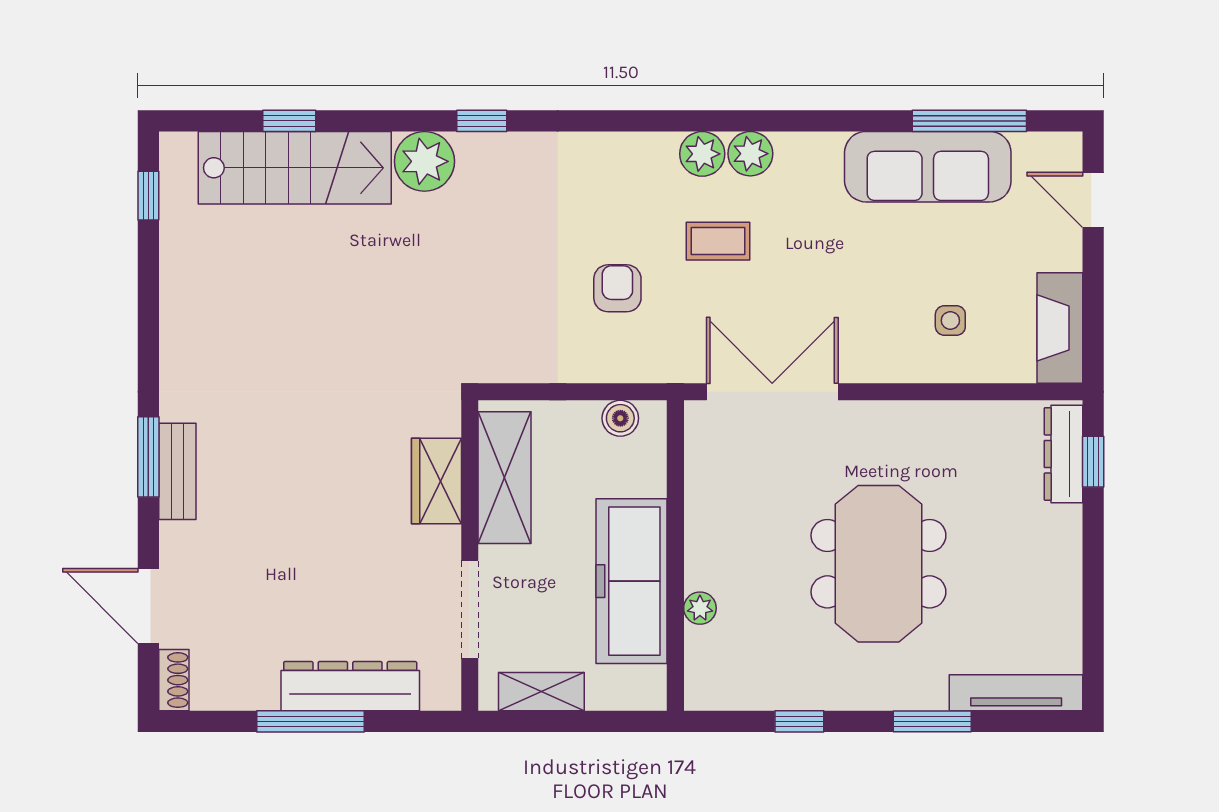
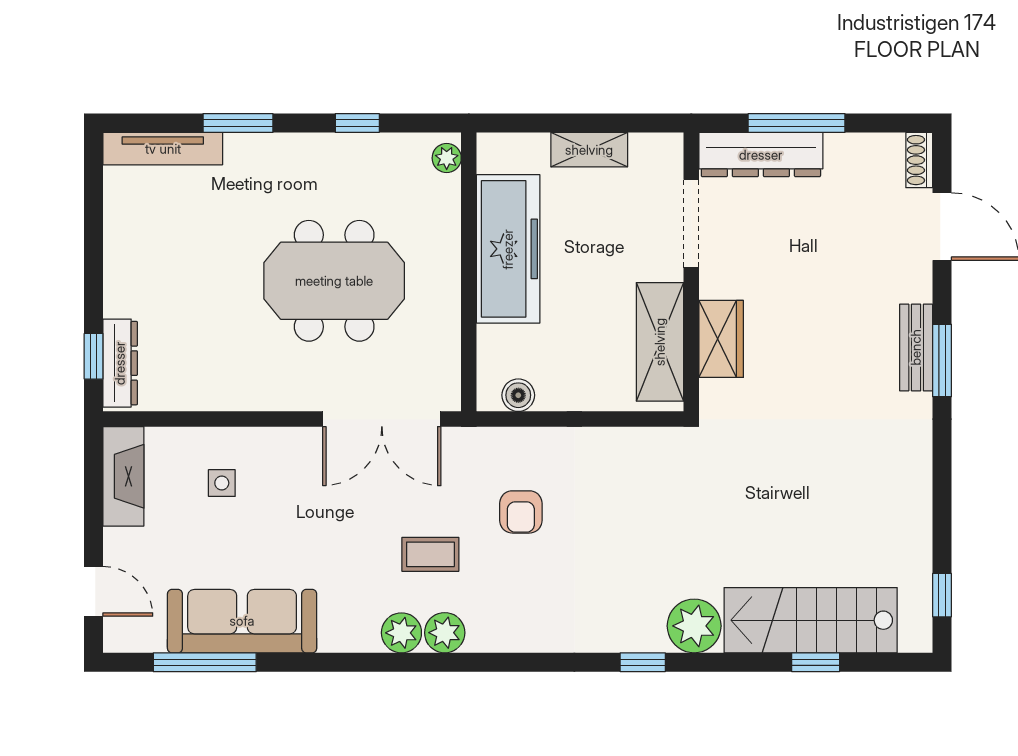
shelving: (504, 478) -> (660, 342), moved
wardrobe: (436, 481) -> (721, 339), moved
wall: (470, 555) -> (691, 272), moved
meeting table: (878, 564) -> (334, 281), moved, turned 90
plant: (700, 608) -> (447, 158), moved
doorway: (470, 609) -> (691, 224), moved

